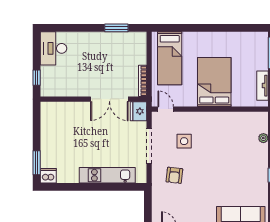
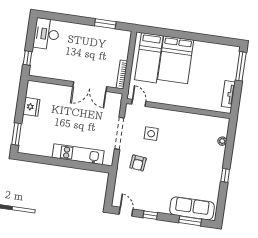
bed: (214, 82) -> (176, 60), moved, turned 180
fridge: (139, 111) -> (31, 107), moved, turned 180
dishwasher: (48, 176) -> (25, 147), removed

